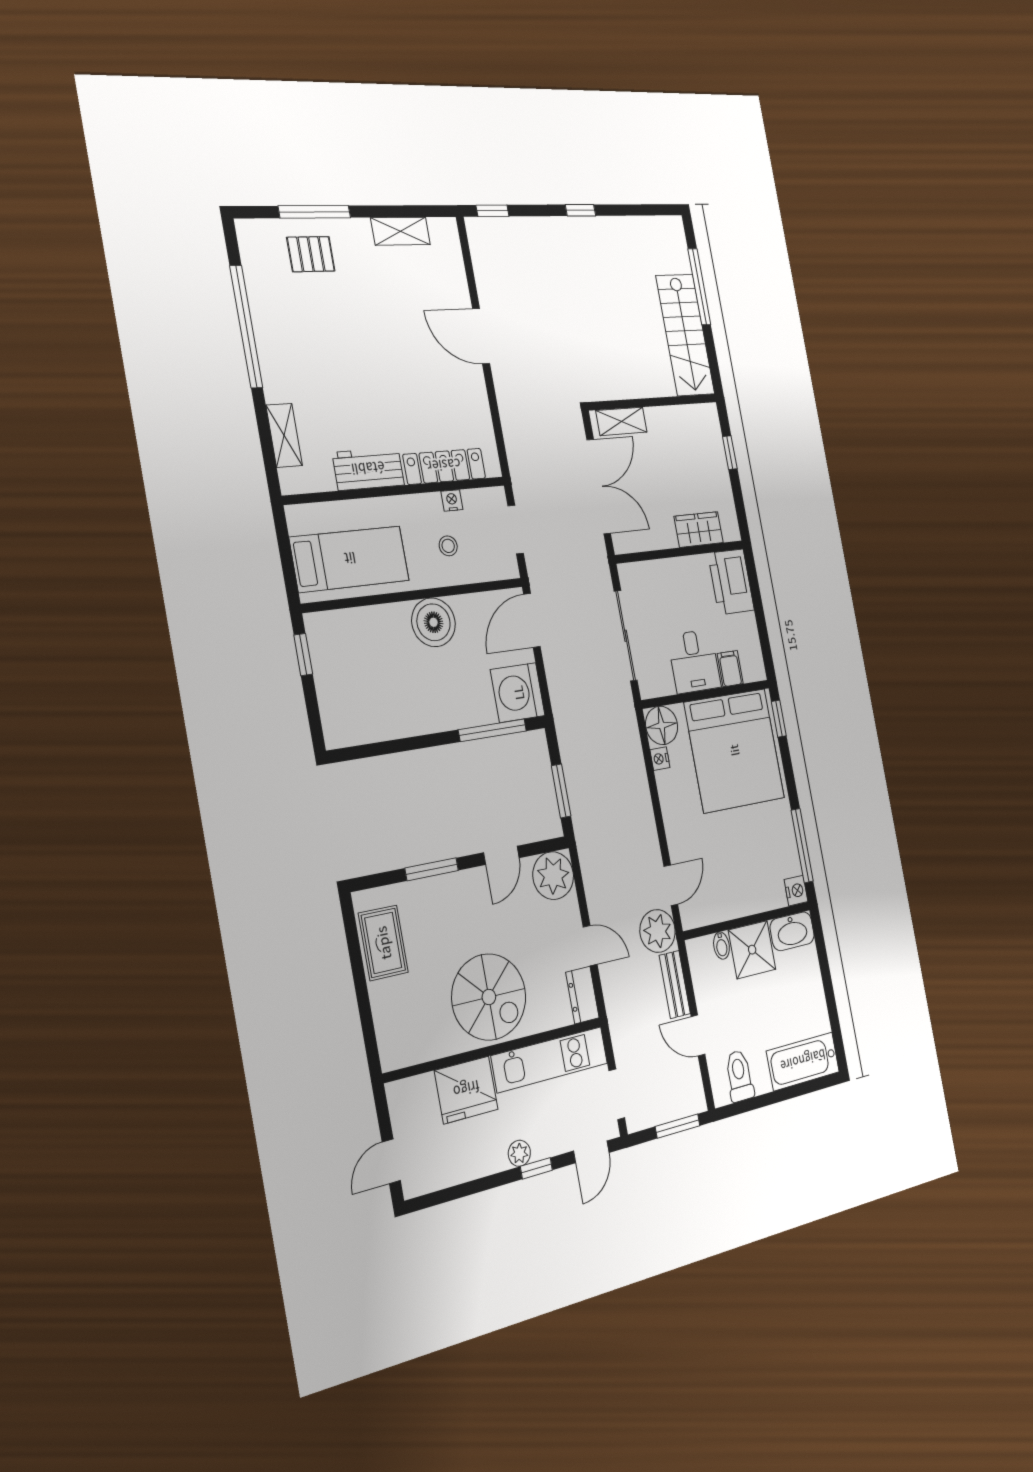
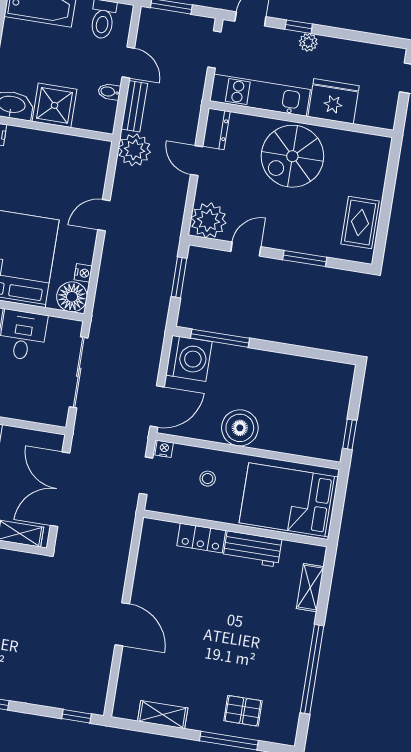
locker: (444, 466) -> (201, 538), width x0.66
nightstand: (452, 500) -> (164, 449), moved, turned 180
bed: (350, 559) -> (289, 500), width x1.50
door: (671, 885) -> (104, 215), moved
bidet: (721, 946) -> (109, 92), moved, turned -90
spiral stairs: (489, 997) -> (292, 156), turned -90

